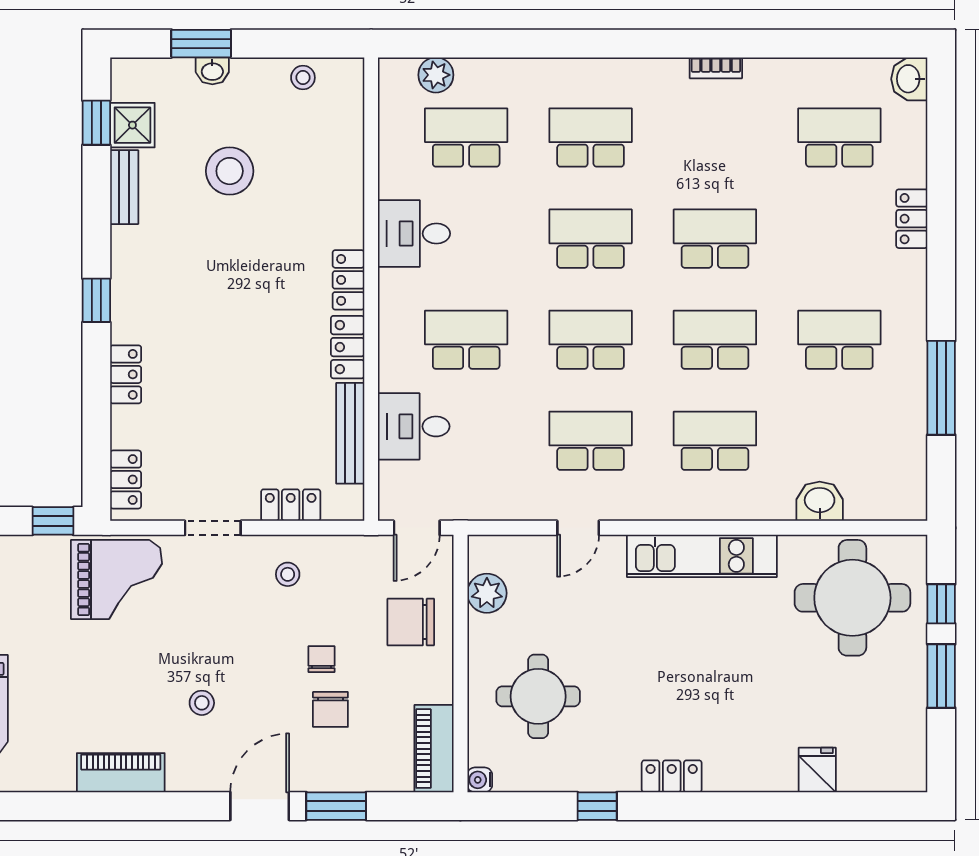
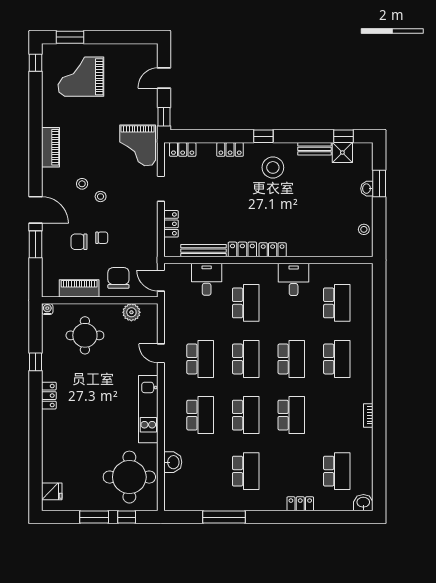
plant: (436, 75) -> (365, 289), removed
stool: (230, 171) -> (273, 167), moved
stool: (288, 574) -> (101, 196), moved
piano: (434, 749) -> (79, 288), moved
fridge: (817, 770) -> (52, 491), moved

